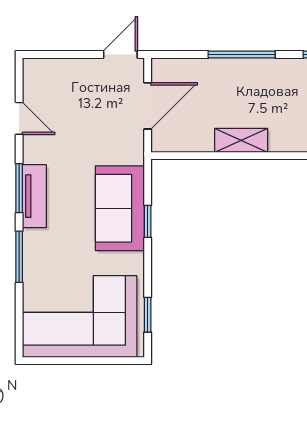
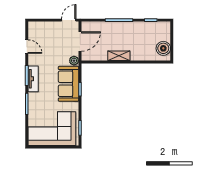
plant: (133, 152) -> (74, 61), added

